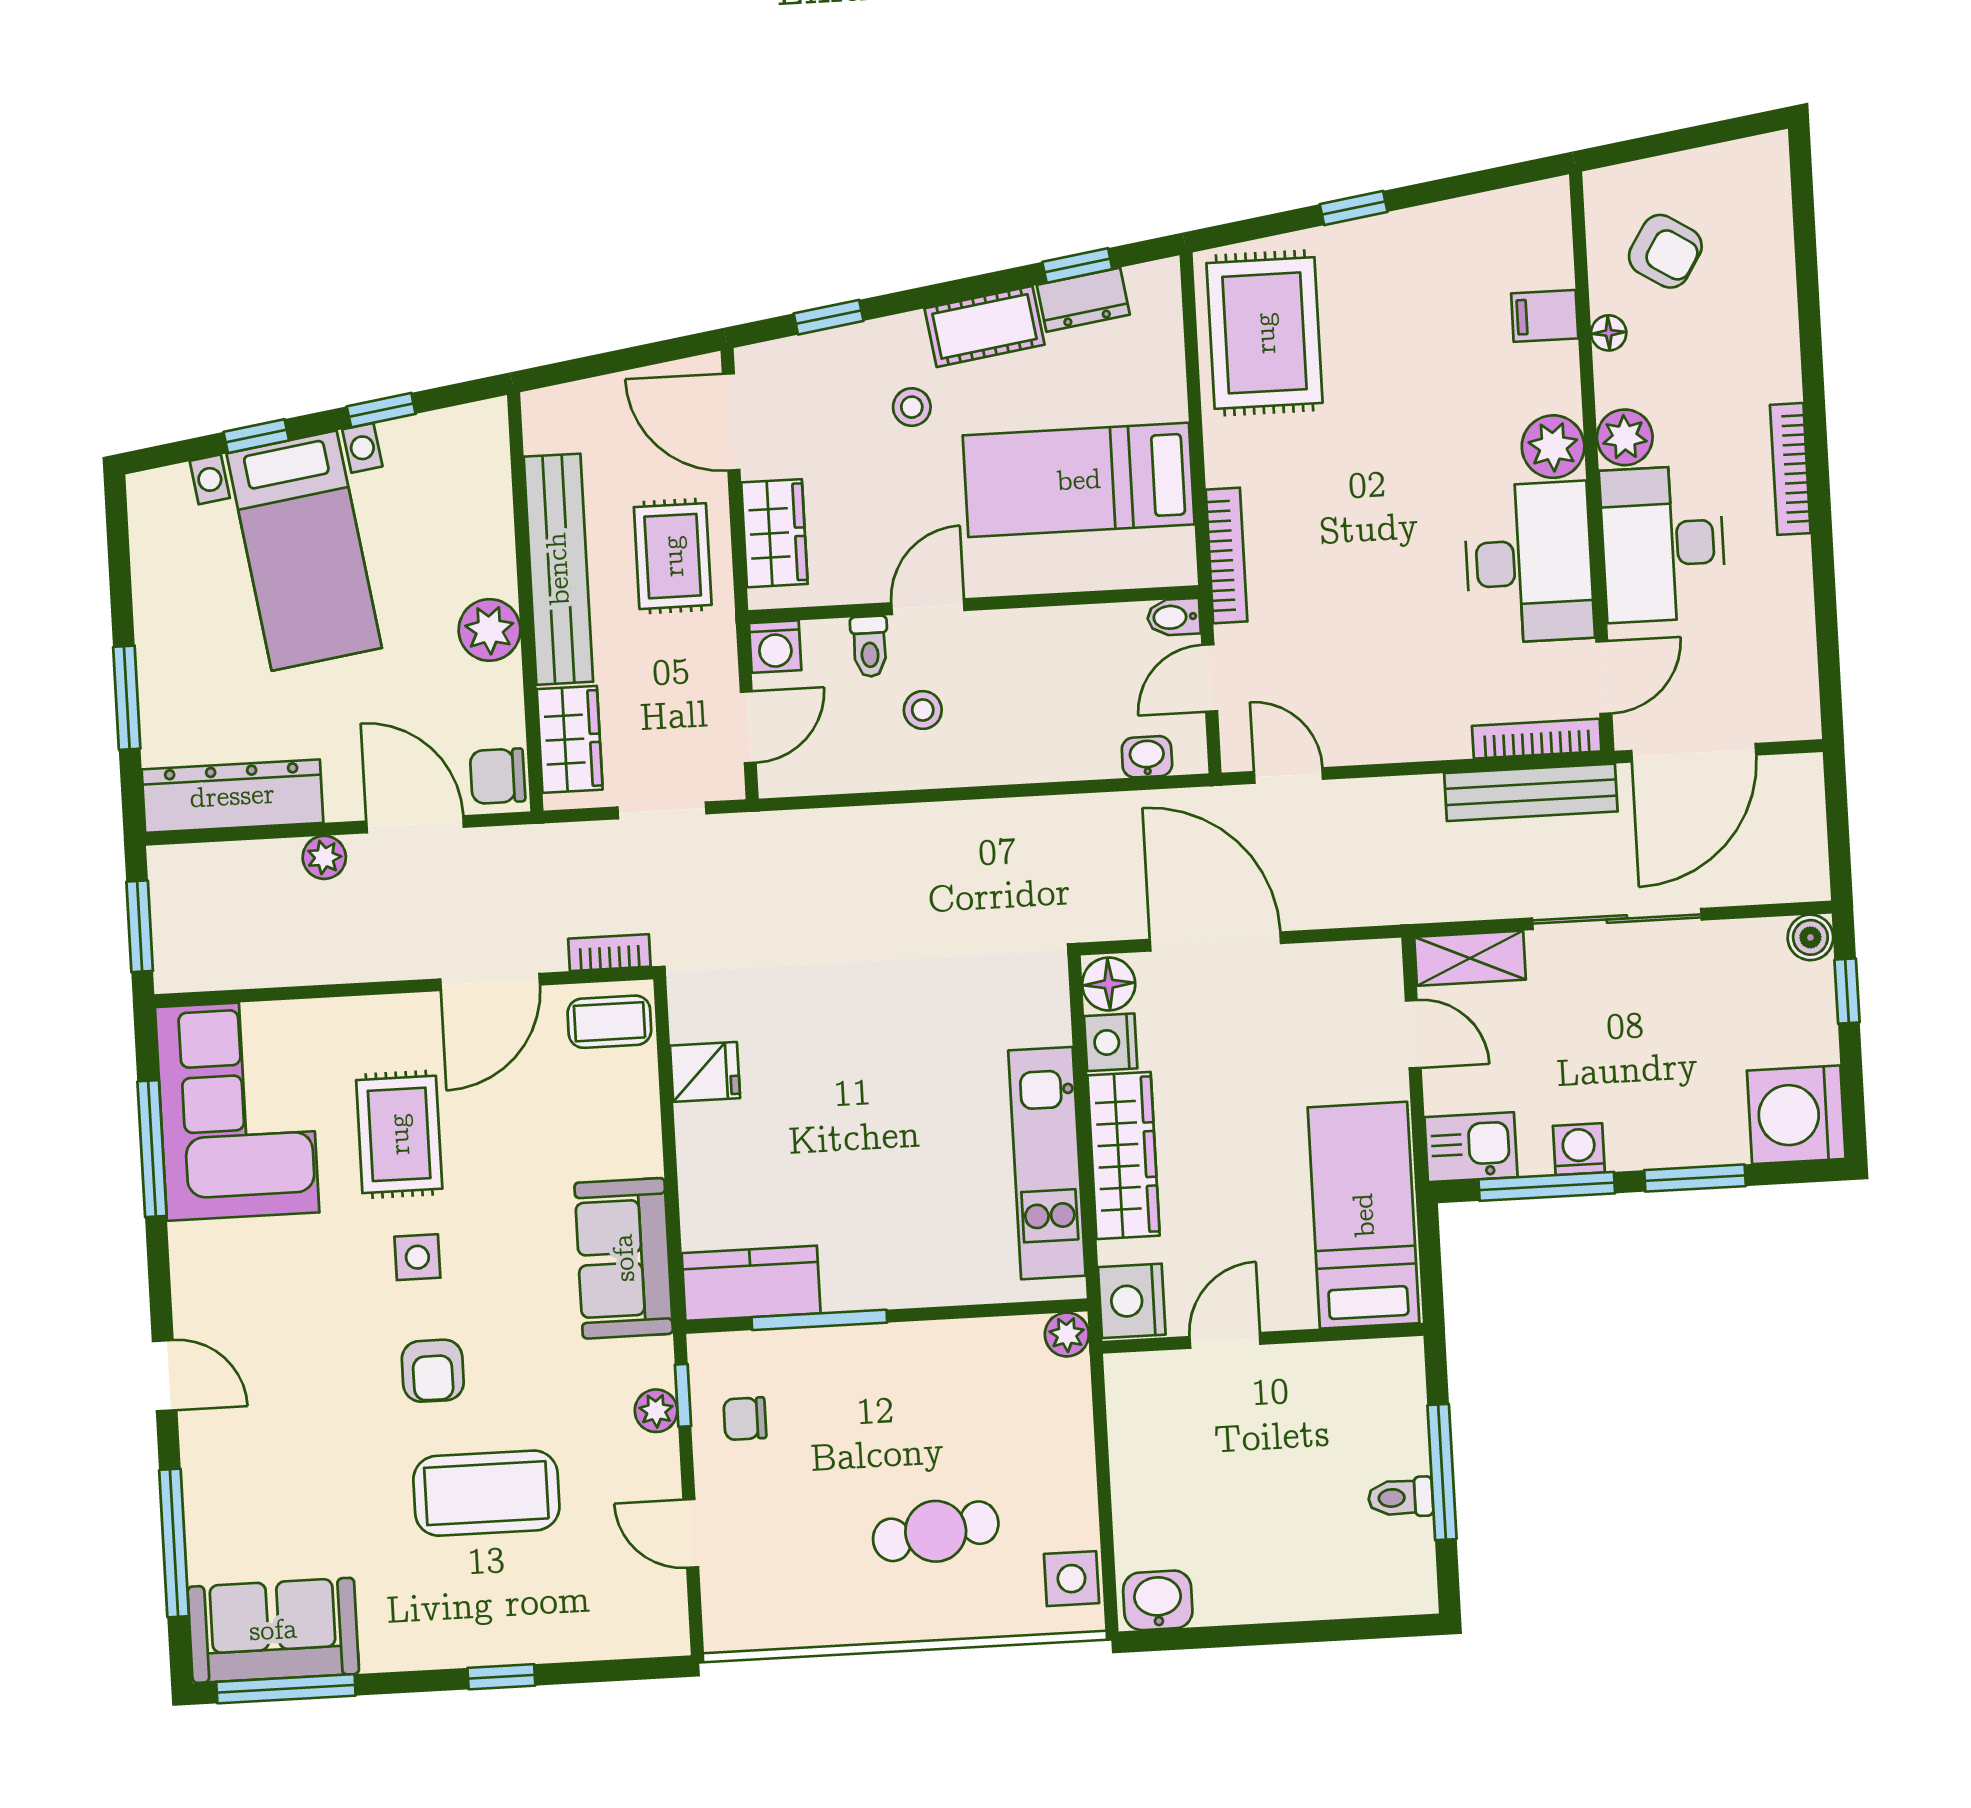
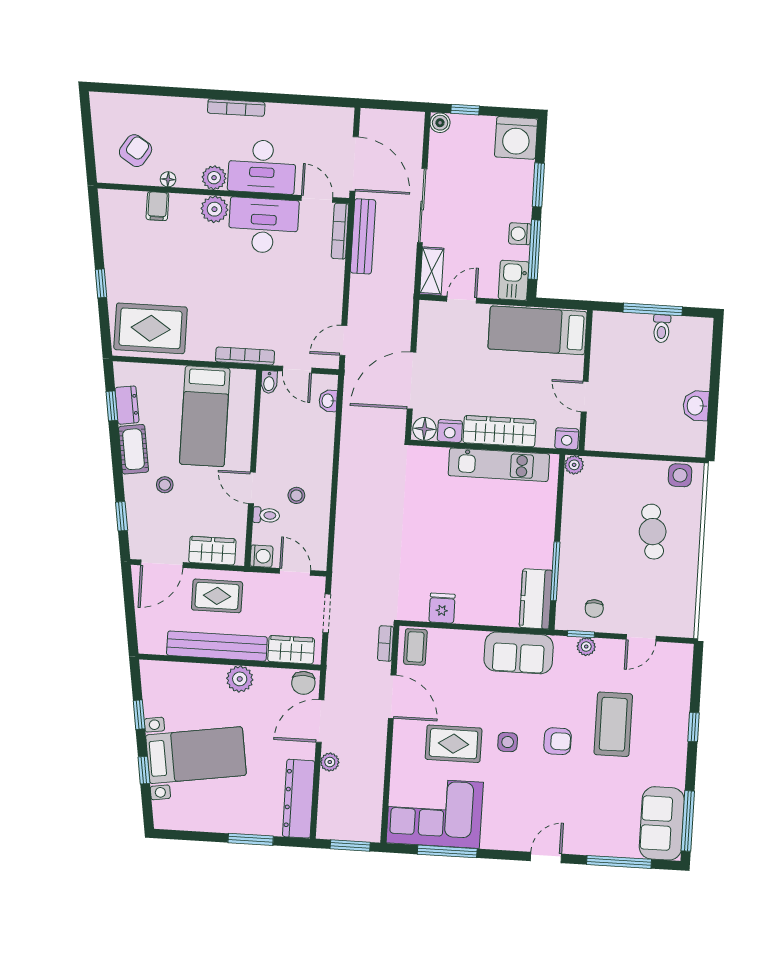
nightstand: (1132, 1301) -> (567, 439), width x0.74, depth x0.75
washbasin: (1158, 1600) -> (696, 406), moved

